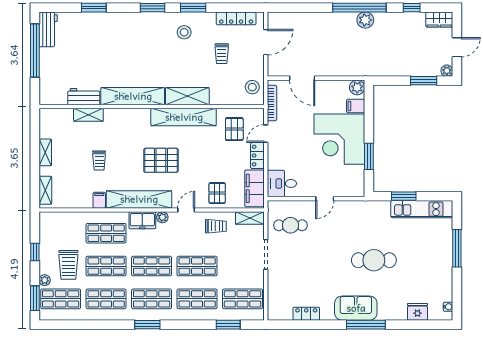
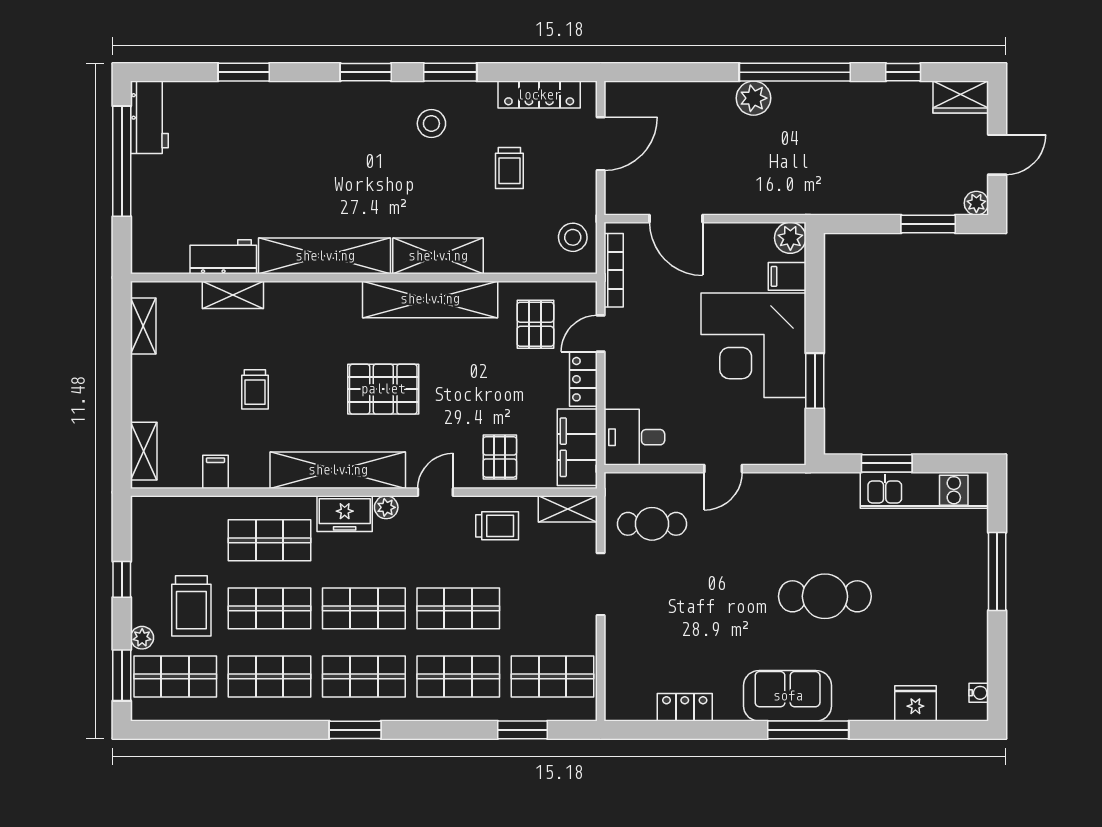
plant: (365, 20) -> (753, 98), moved
shelving: (45, 152) -> (143, 326), moved
filing cabinet: (99, 200) -> (215, 472), moved

